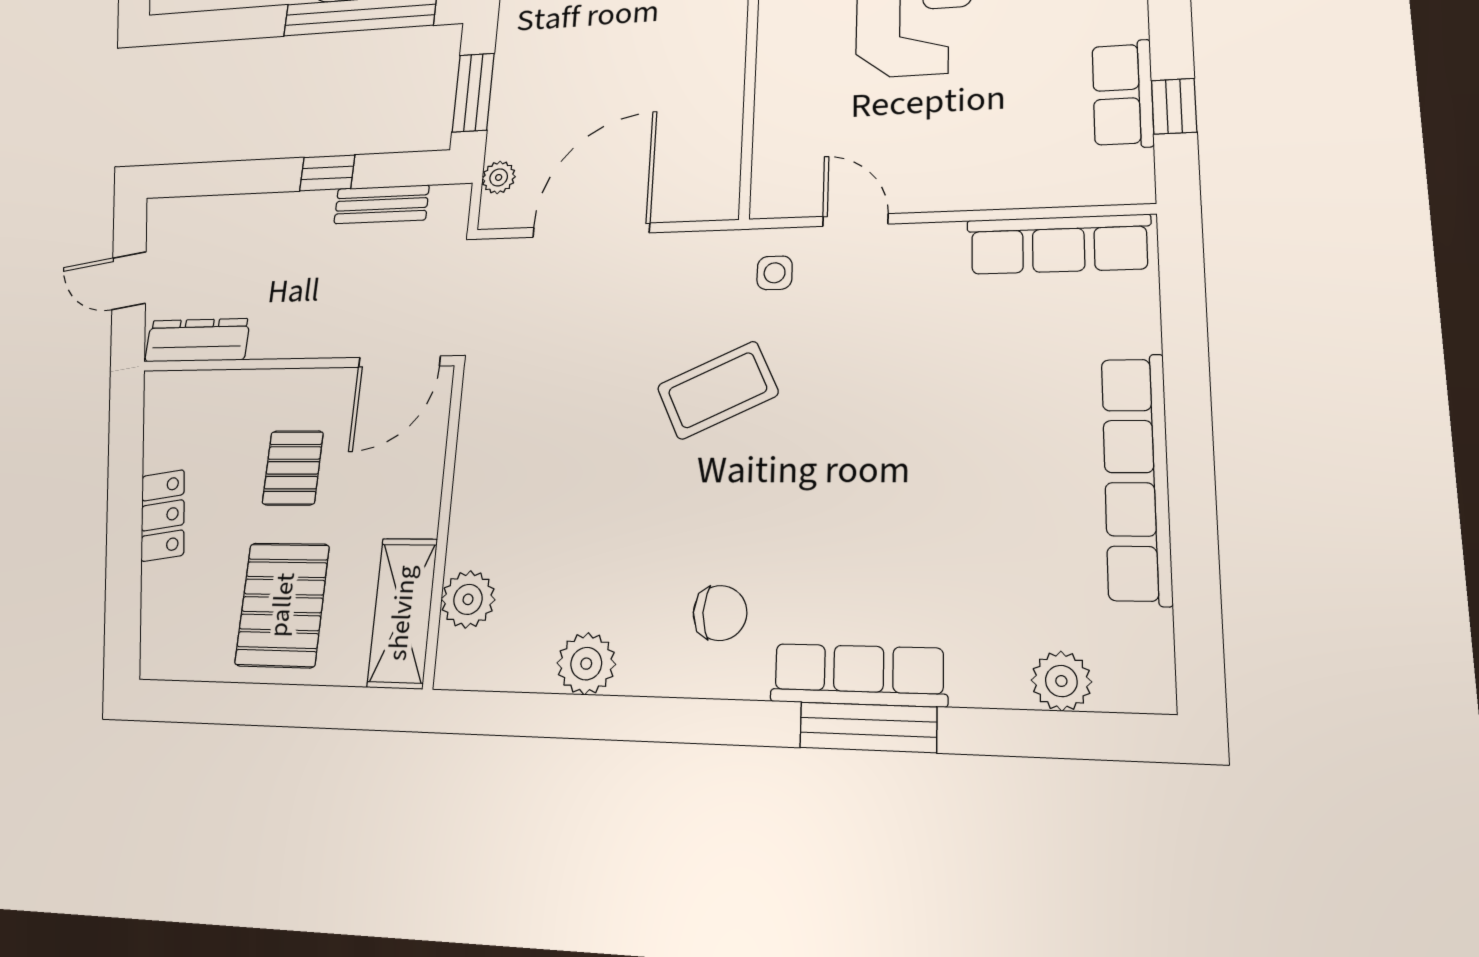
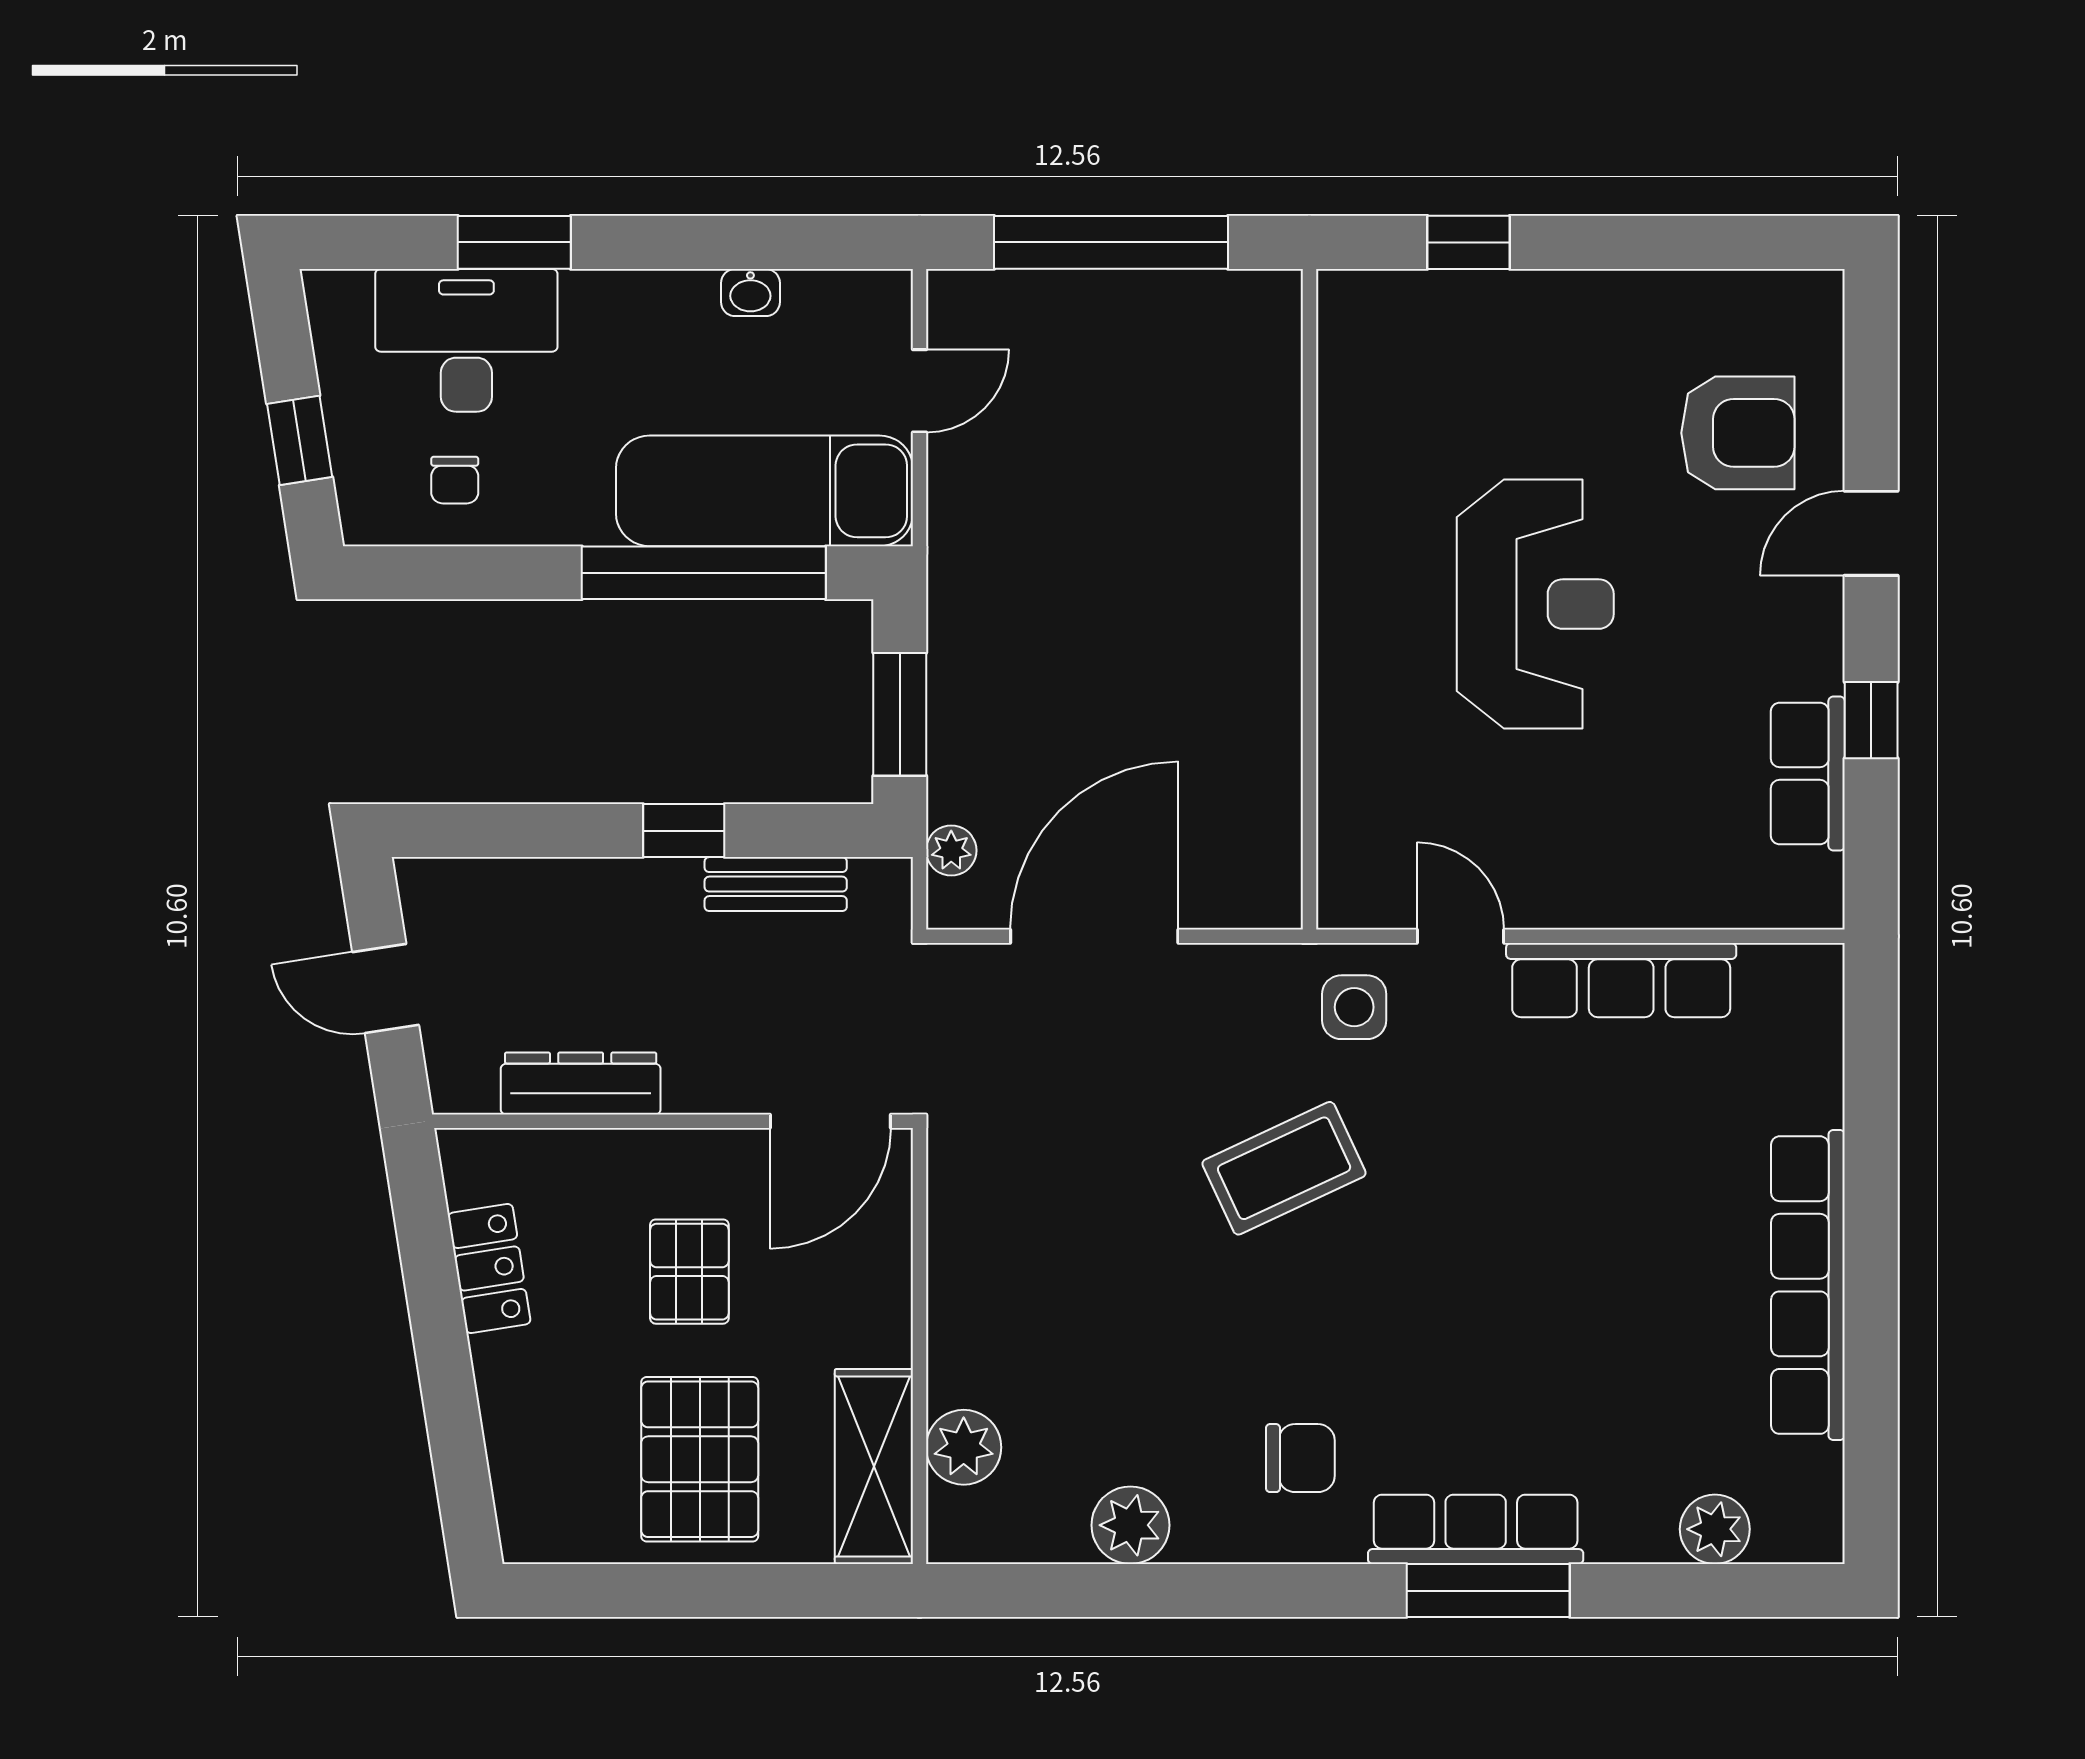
window: (1174, 106) -> (1871, 720), moved
row of seats: (1058, 244) -> (1621, 980), moved
side table: (775, 273) -> (1354, 1007), width x1.37, depth x1.37
dresser: (197, 340) -> (581, 1083), moved
locker: (163, 515) -> (489, 1268), moved

